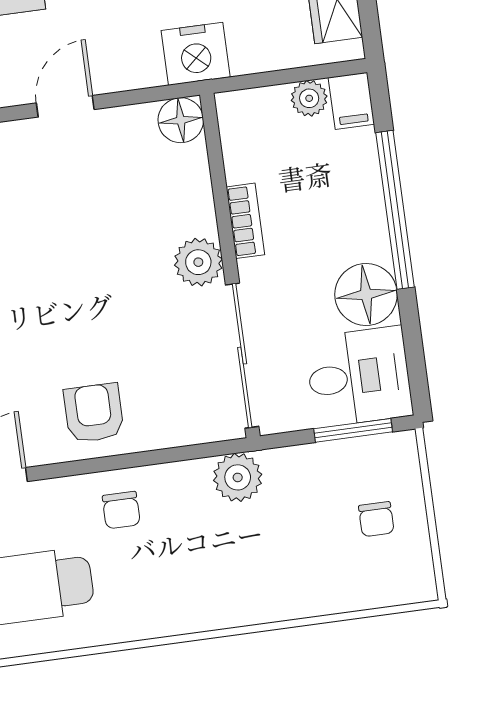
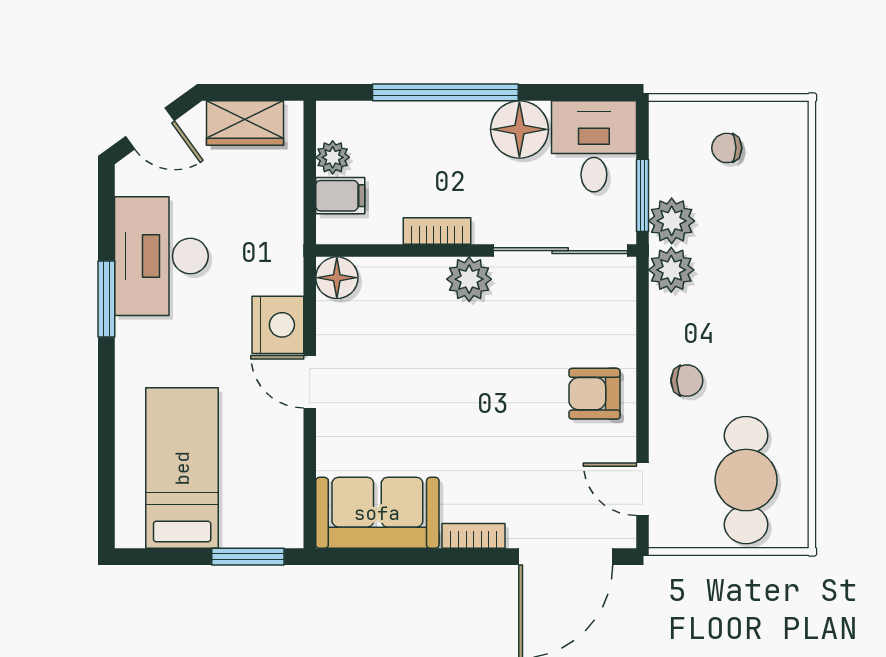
nightstand: (196, 54) -> (278, 325), moved
filing cabinet: (351, 101) -> (340, 196), moved
window: (353, 430) -> (642, 195), moved
plant: (290, 471) -> (672, 221), added
chair: (376, 519) -> (727, 148), turned 180

